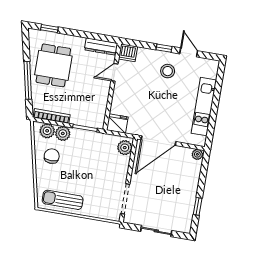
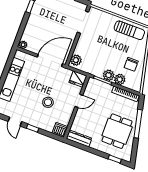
stool: (168, 71) -> (48, 102), moved
door: (115, 72) -> (79, 101), moved
plant: (47, 131) -> (109, 75), moved

